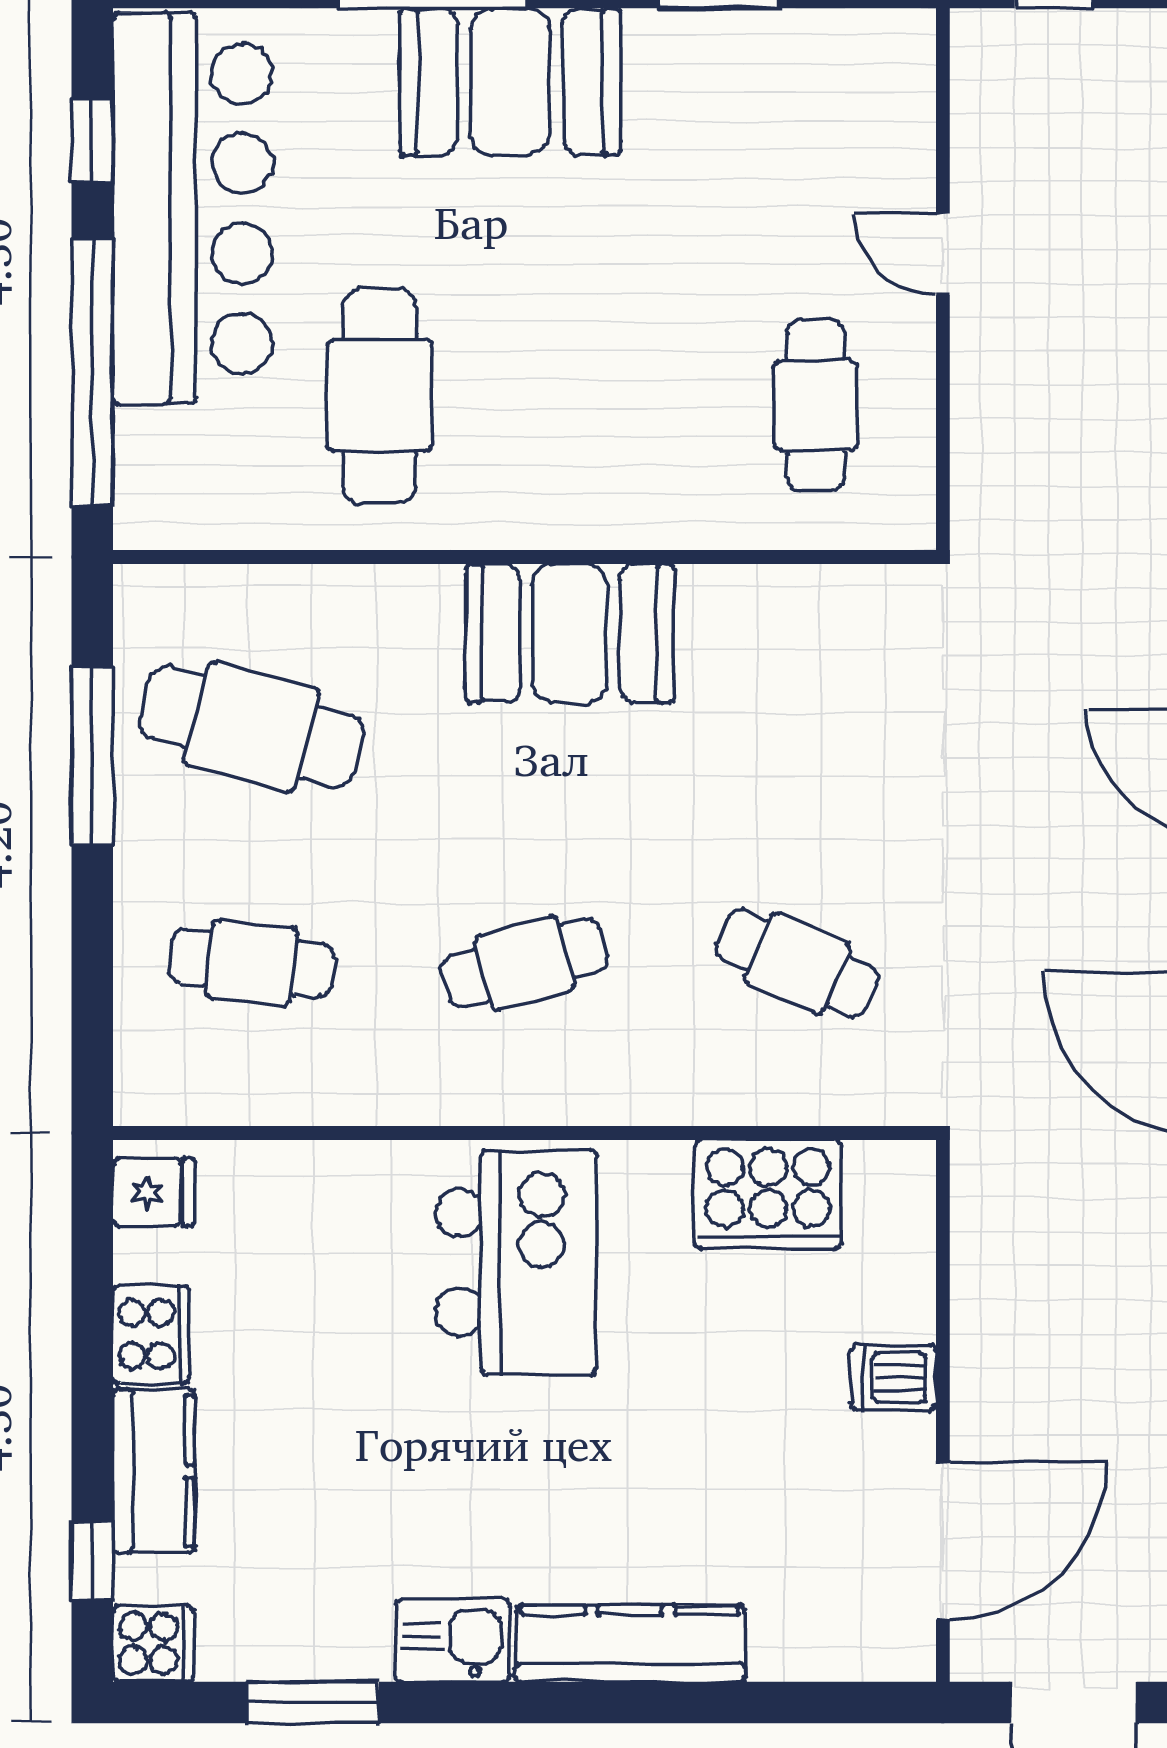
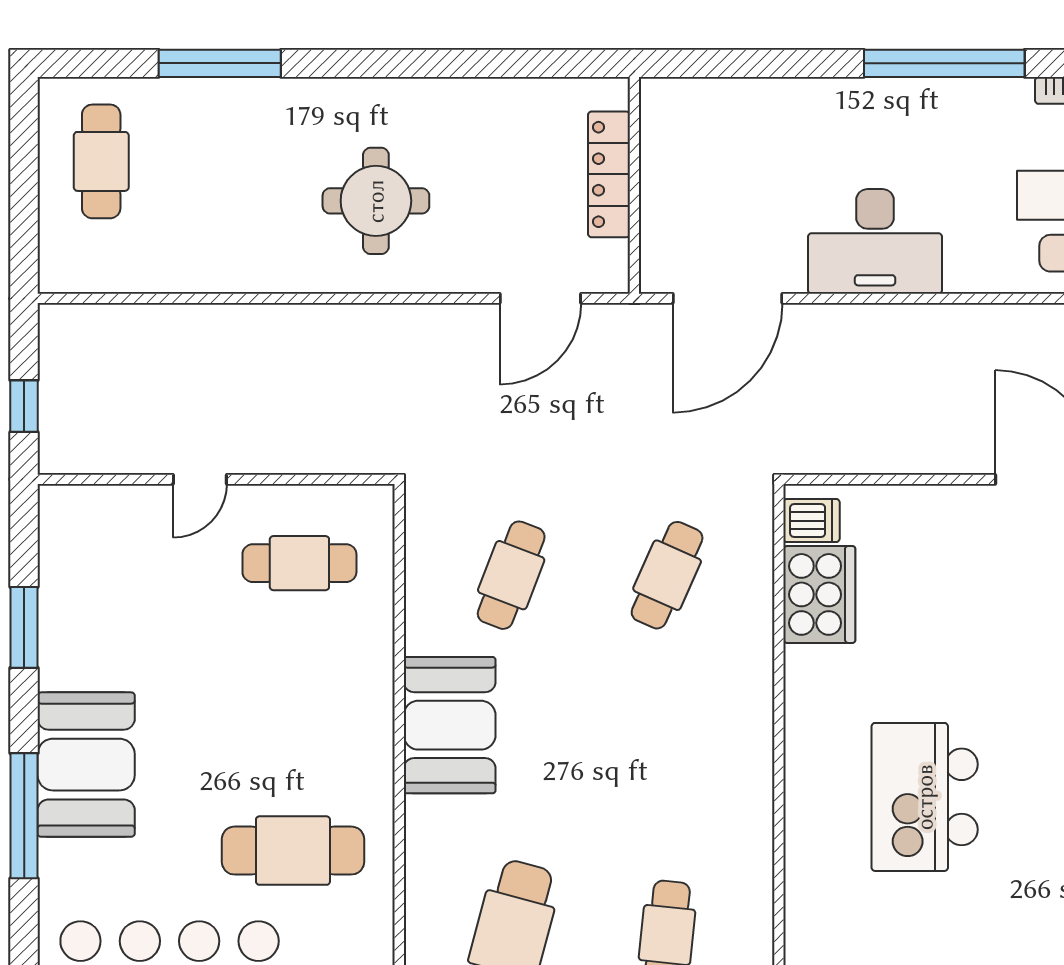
cafe table: (524, 963) -> (511, 575), moved, turned 36
kitchen island: (516, 1262) -> (925, 797), moved, turned -90
dishwasher: (894, 1378) -> (812, 521), moved, turned -90

